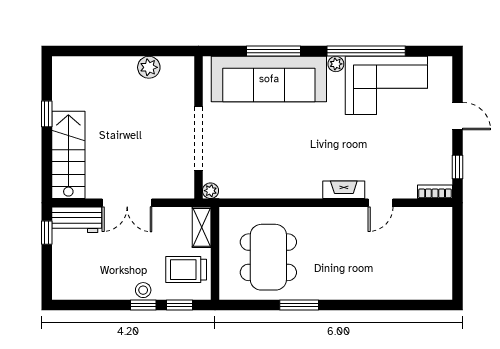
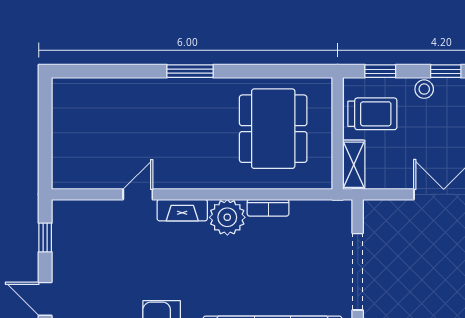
plant: (210, 191) -> (227, 217), moved, width x1.88, depth x1.88
bookcase: (435, 192) -> (268, 208), moved
window: (143, 305) -> (446, 71), moved
window: (299, 305) -> (190, 71), moved

